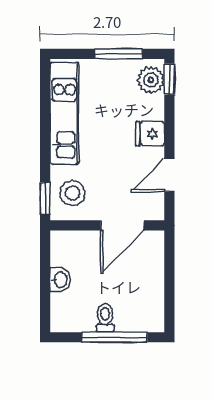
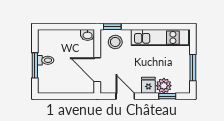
window: (169, 79) -> (167, 96), moved
plant: (151, 80) -> (164, 86), moved
washbasin: (60, 280) -> (88, 35), moved
window: (114, 337) -> (35, 65), width x0.69

